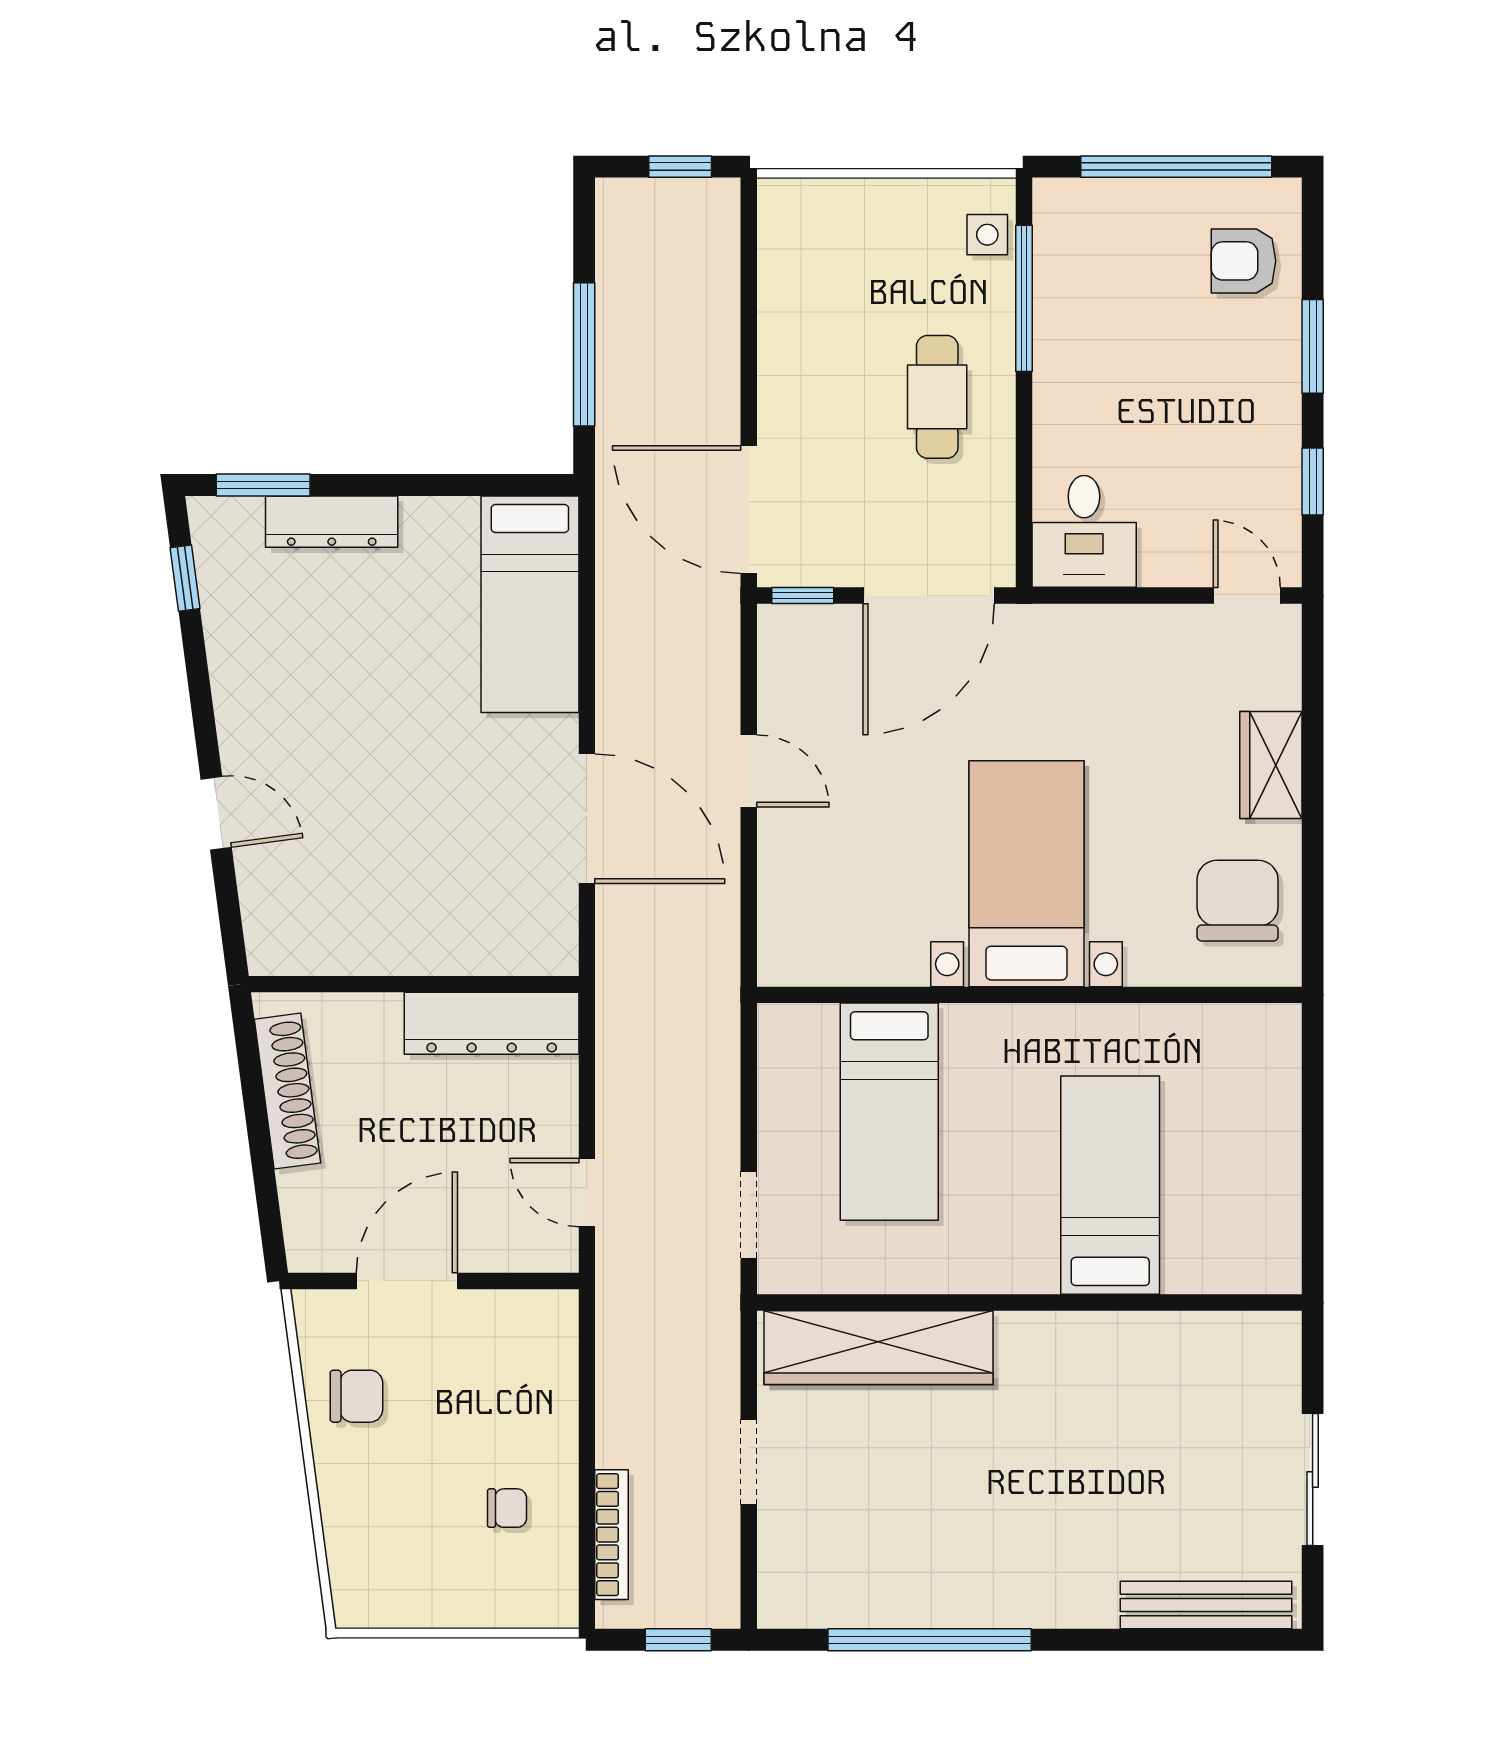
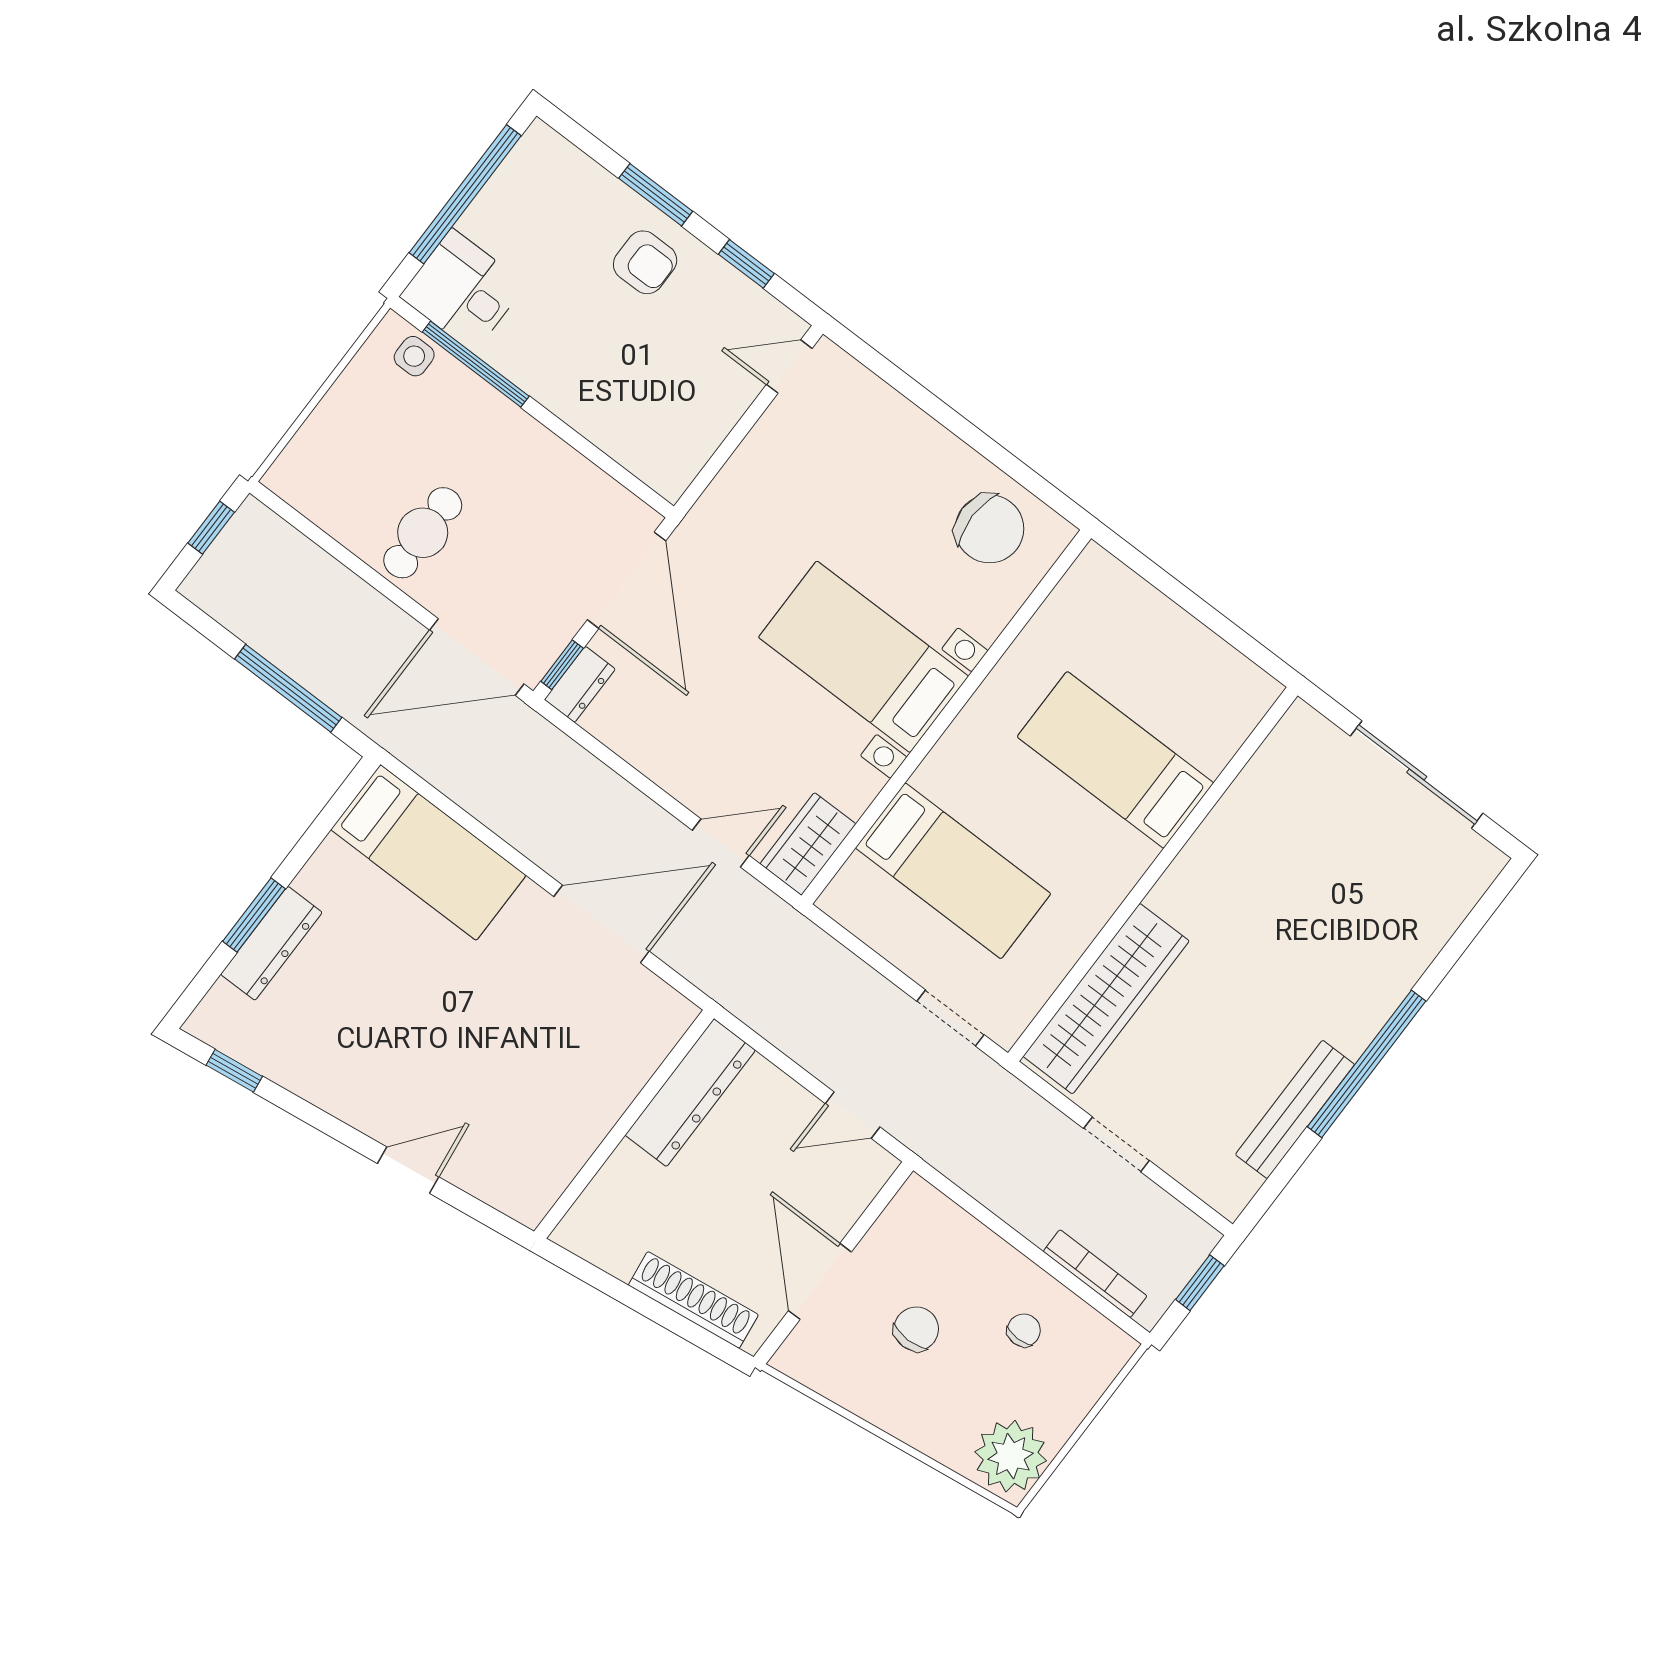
armchair: (1244, 261) -> (645, 262), moved, turned -90
cafe table: (937, 397) -> (423, 533), moved, turned 90
window: (263, 485) -> (254, 915), moved
desk: (1084, 531) -> (463, 290), moved, turned 180
dresser: (797, 626) -> (580, 684), added
wardrobe: (1271, 765) -> (808, 844), moved, turned 90
door: (749, 771) -> (721, 843), moved
chair: (1238, 901) -> (990, 529), turned 180
shoe rack: (287, 1091) -> (693, 1300), moved
chair: (356, 1396) -> (916, 1329), moved
sliding door: (1313, 1479) -> (1417, 775), width x1.37
plant: (379, 1586) -> (1011, 1456), added
bench: (1206, 1605) -> (1295, 1109), moved
window: (930, 1640) -> (1367, 1064), moved

